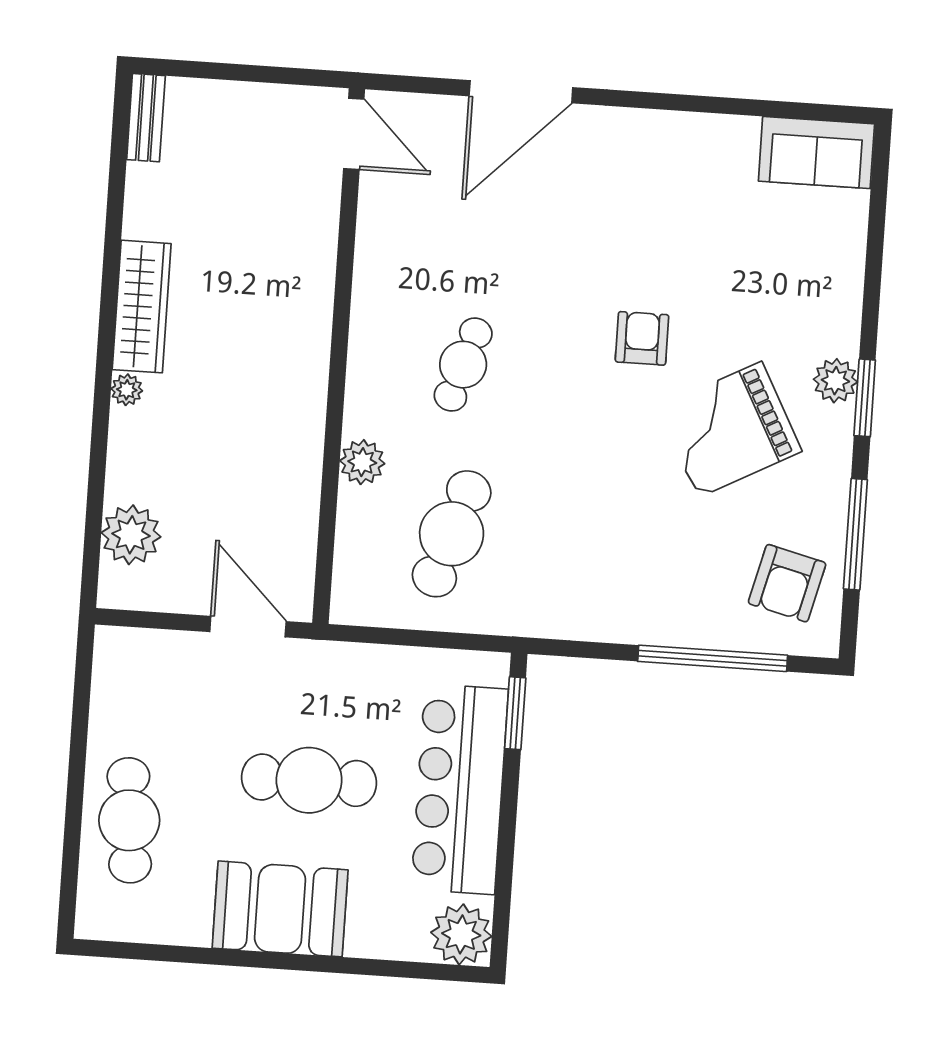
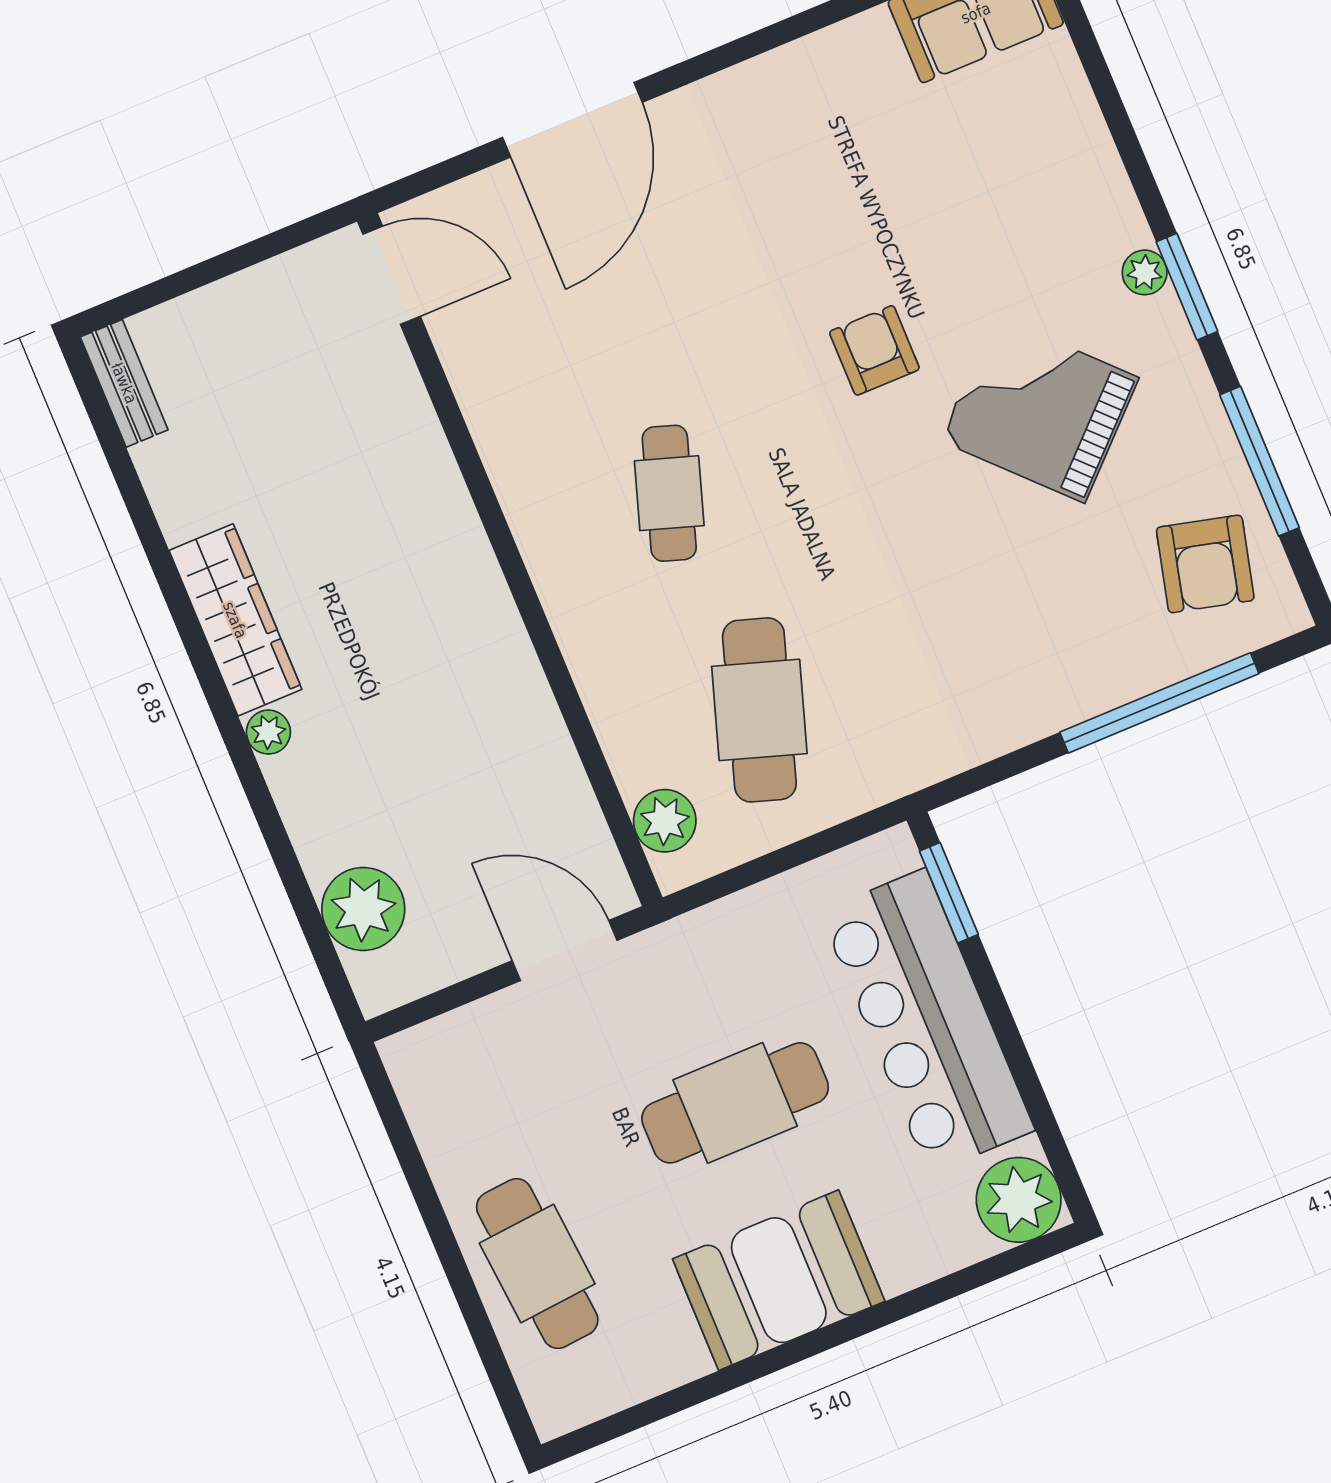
plant: (835, 381) -> (1145, 272), width x0.73, depth x0.73
grand piano: (730, 430) -> (1039, 409), turned 74
plant: (362, 462) -> (665, 821), moved

